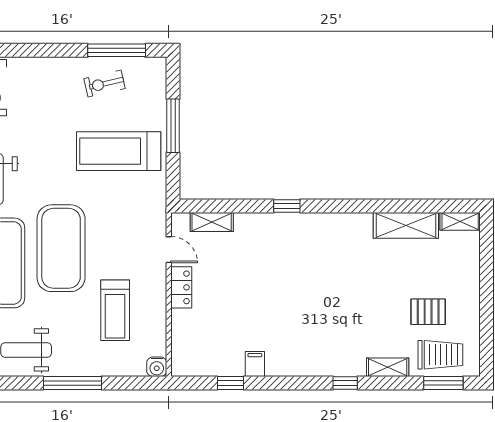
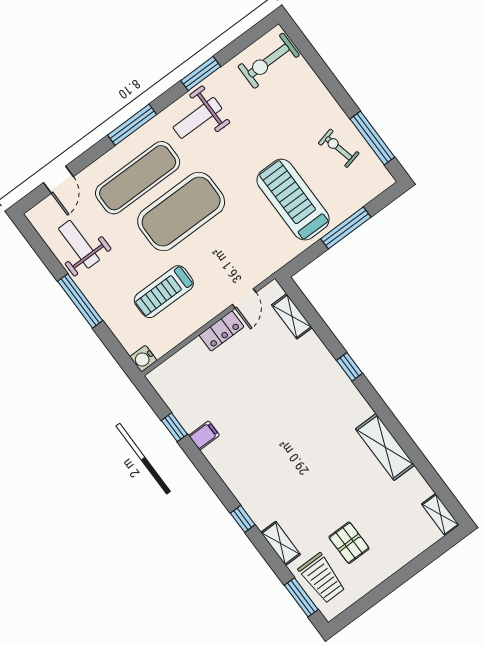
shelving: (406, 225) -> (385, 447), moved

